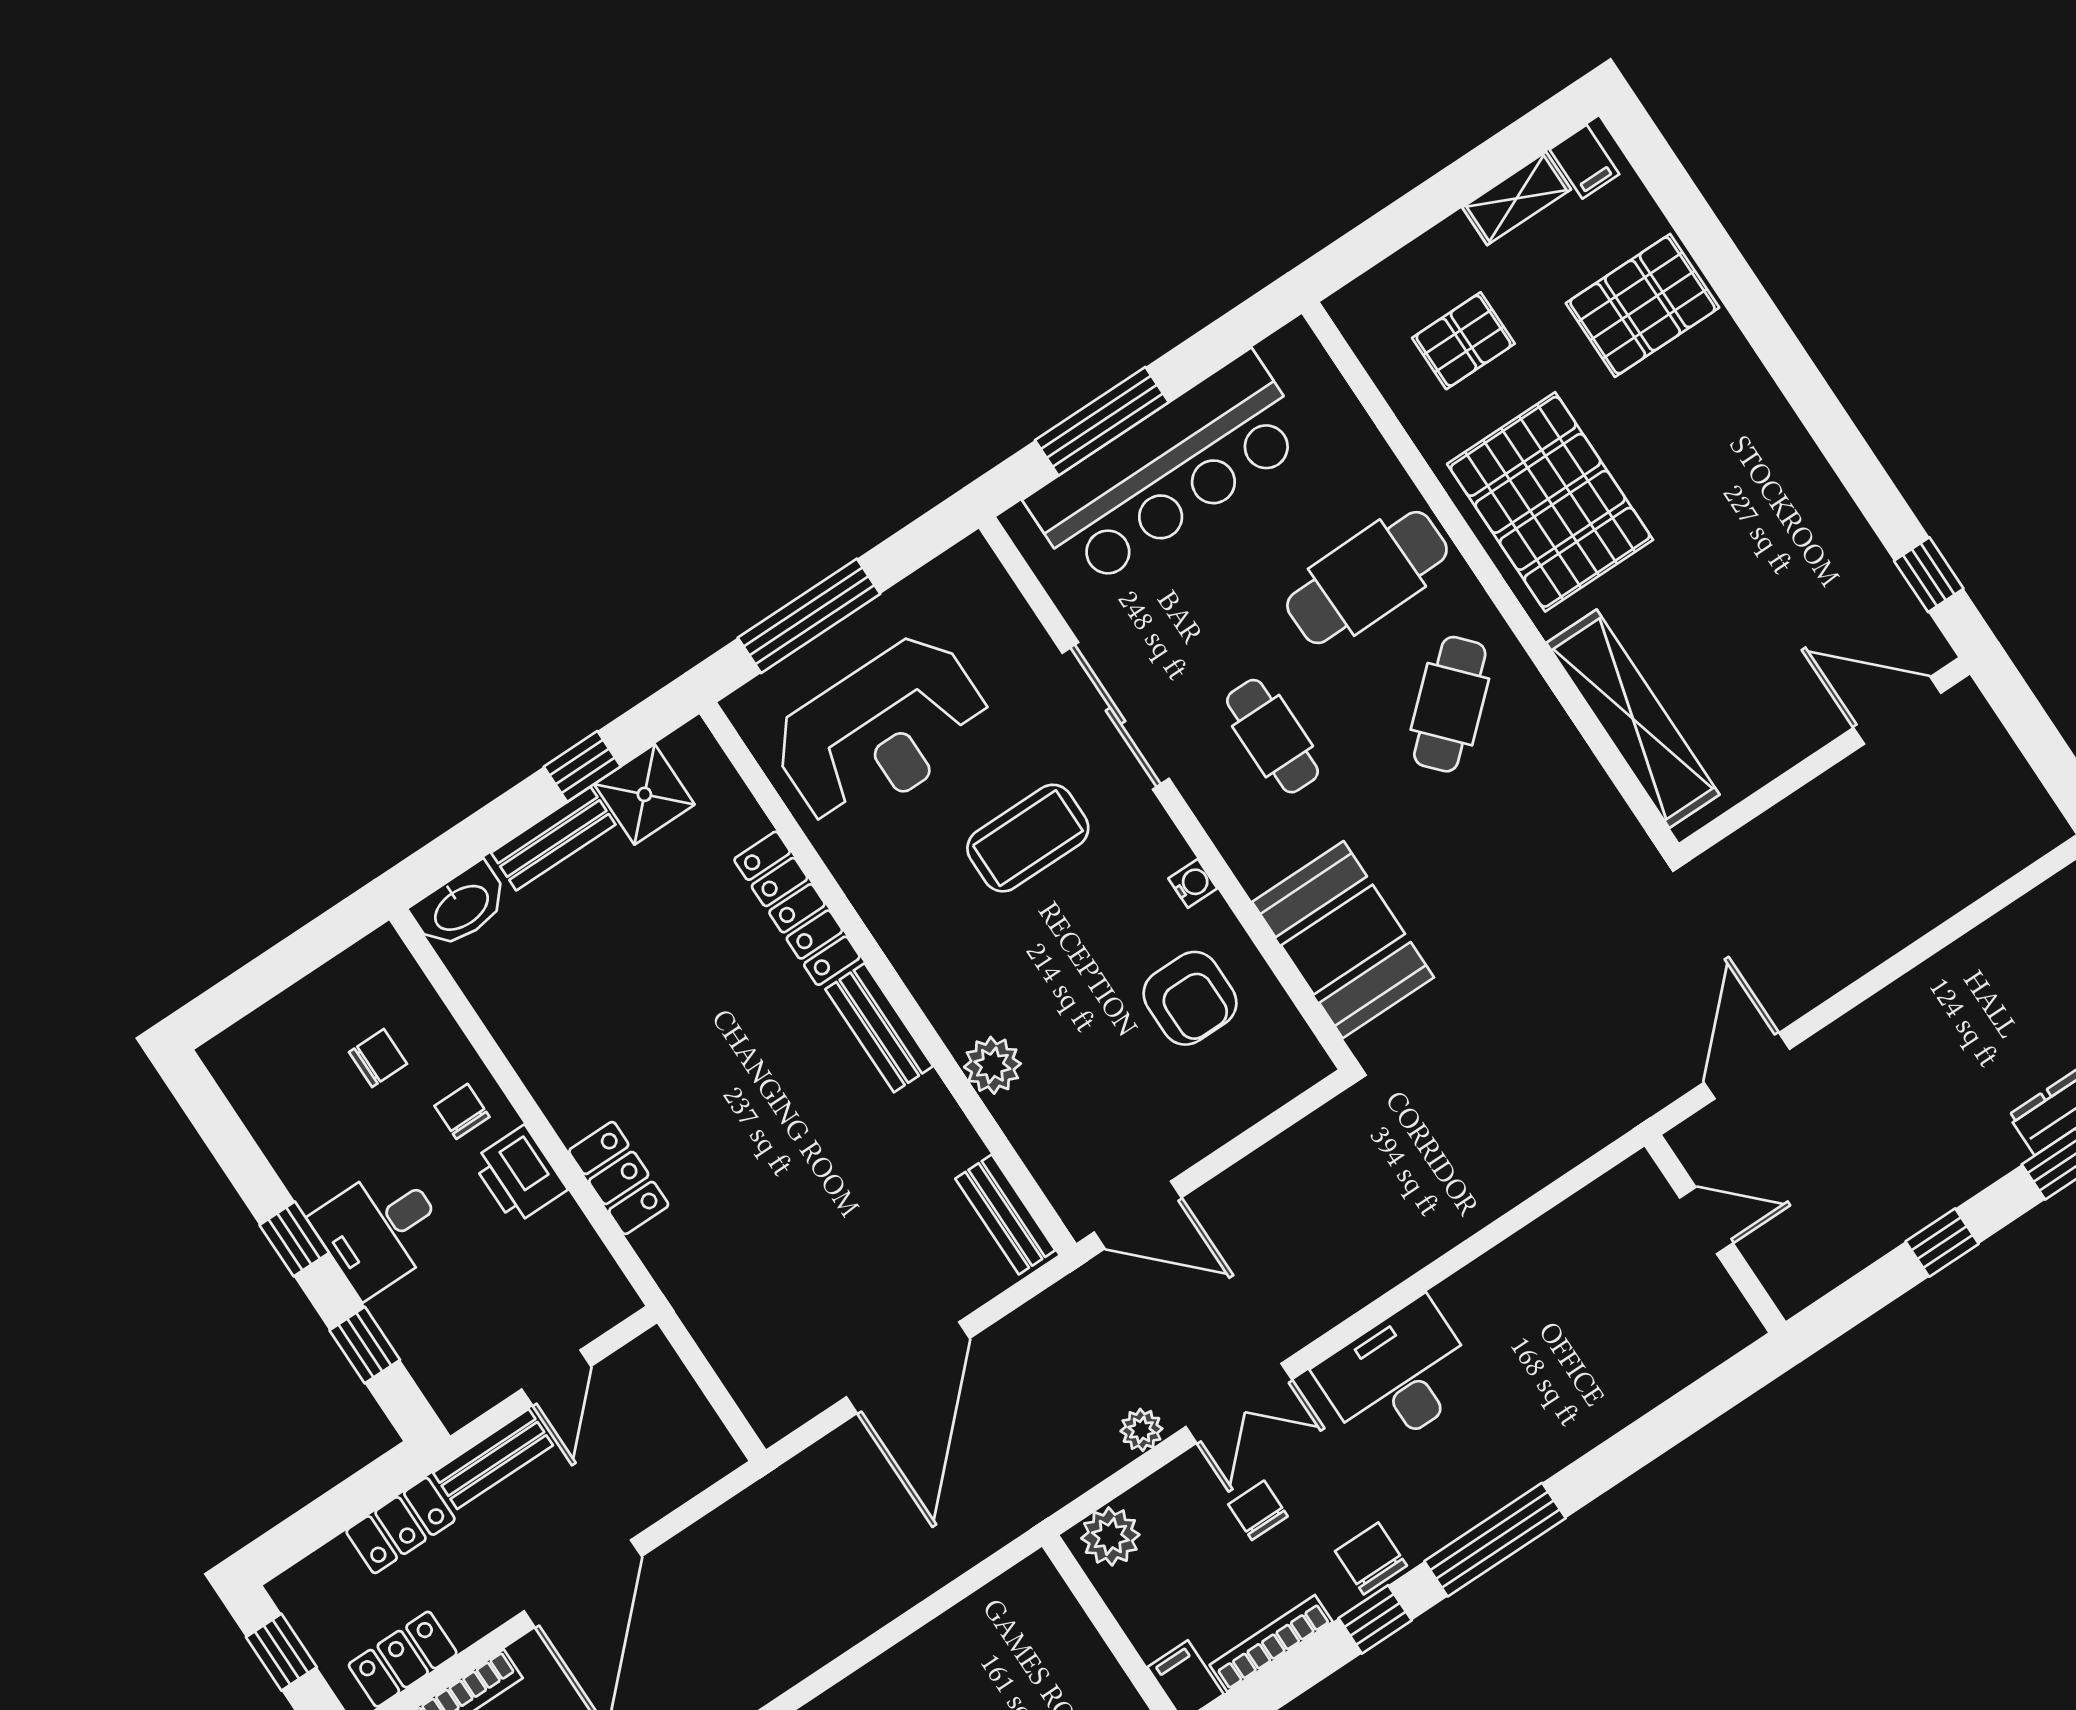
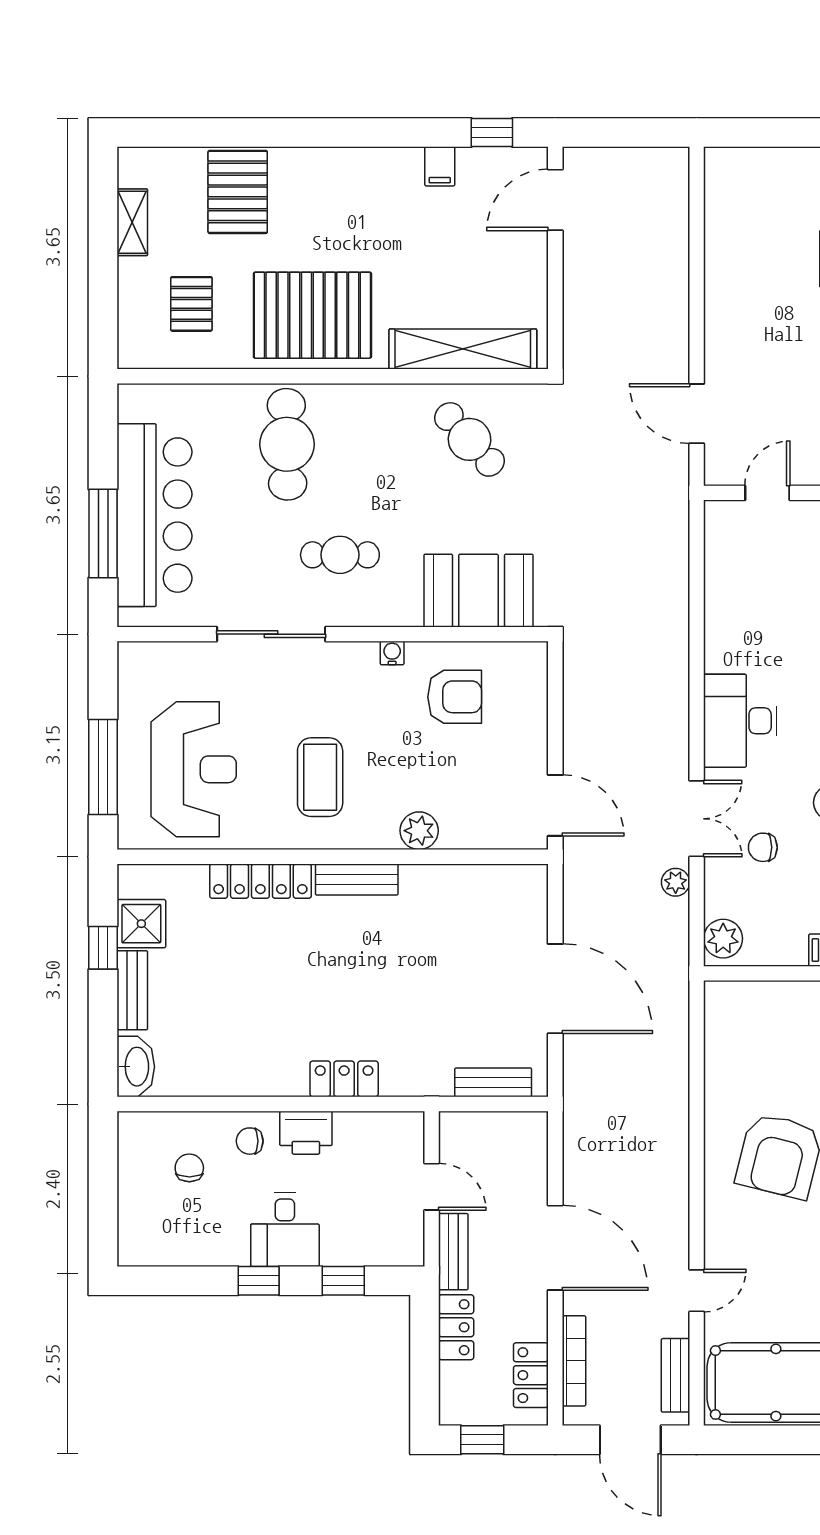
filing cabinet: (1584, 162) -> (440, 166), moved, turned 90
cafe table: (1450, 704) -> (469, 439), moved
coffee table: (1028, 838) -> (320, 777), moved
bench: (1005, 1214) -> (493, 1082), moved
door: (1138, 1215) -> (555, 805), hinge flipped

